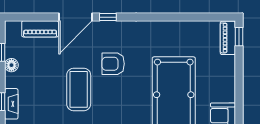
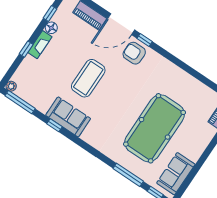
armchair: (113, 64) -> (134, 53), moved
fireplace: (11, 104) -> (40, 45), moved

